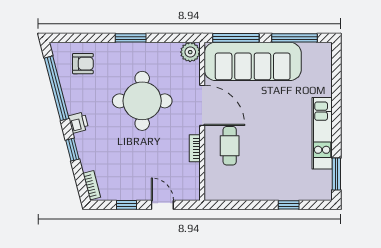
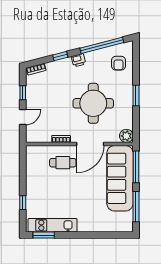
kitchen unit: (322, 133) -> (52, 225), moved

